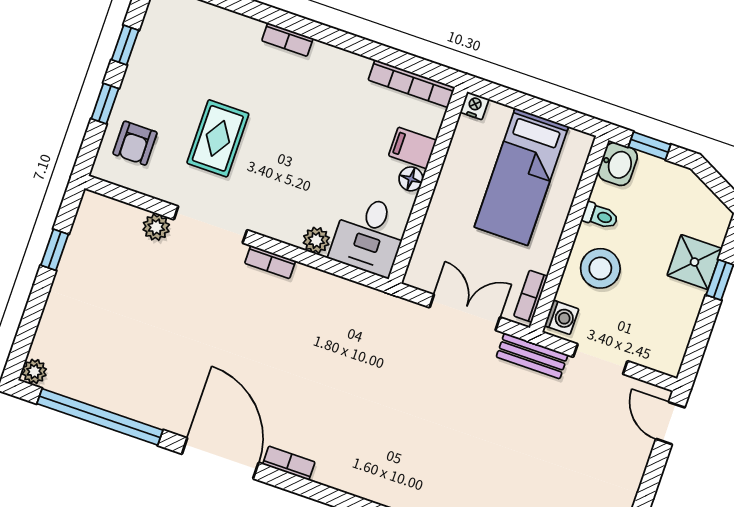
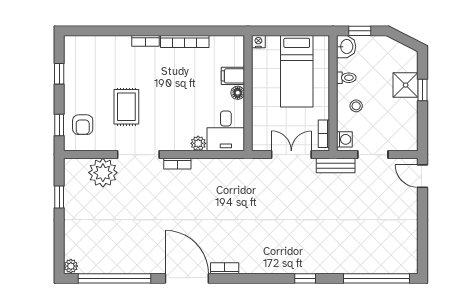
bookcase: (412, 84) -> (185, 41), moved
window: (105, 104) -> (59, 125), moved
plant: (156, 227) -> (103, 173), width x1.87, depth x1.87
stool: (600, 268) -> (356, 106), width x0.53, depth x0.53

